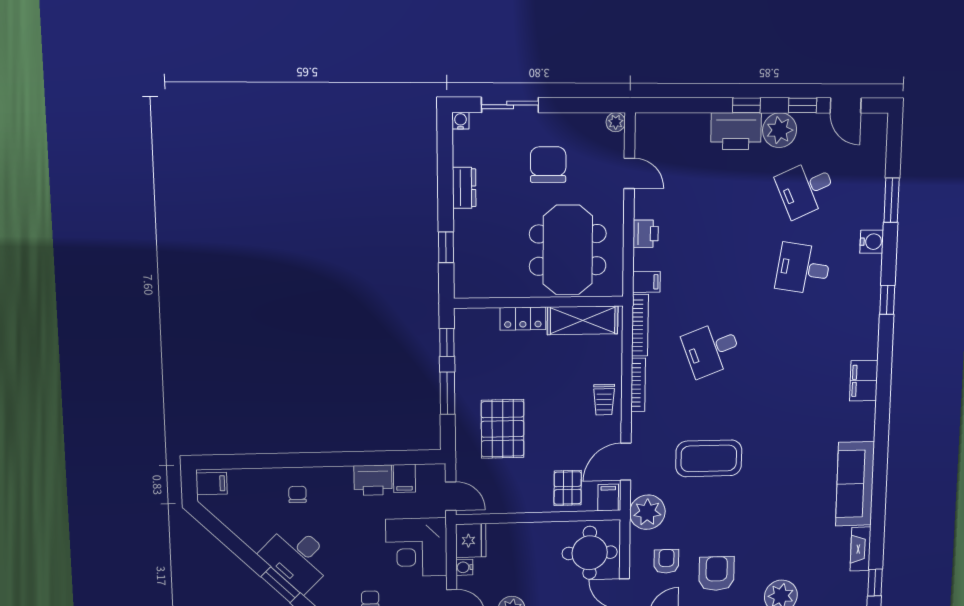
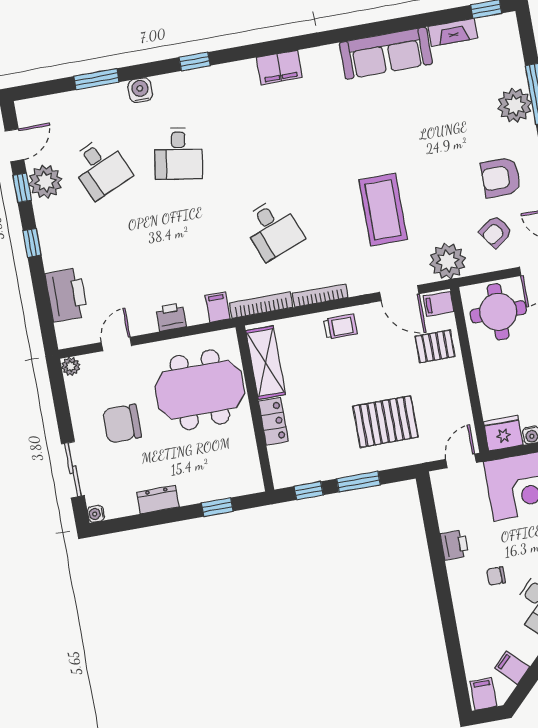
plant: (780, 130) -> (45, 182), moved
printer: (736, 131) -> (66, 295), moved
filing cabinet: (404, 478) -> (512, 668), moved, turned -135
printer: (373, 480) -> (454, 545), width x0.73, depth x0.81
chair: (297, 494) -> (496, 576), moved
armchair: (666, 561) -> (495, 232), turned -35

